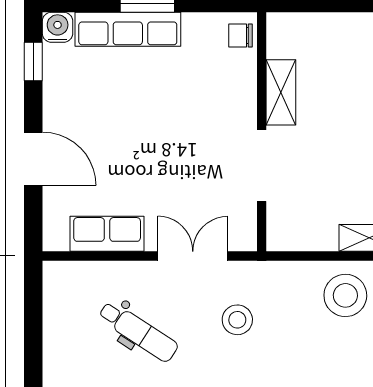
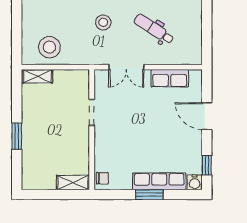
shelving: (281, 92) -> (73, 183), moved, turned 90
doorway: (262, 166) -> (92, 113), width x0.73
stool: (237, 320) -> (103, 22), moved

